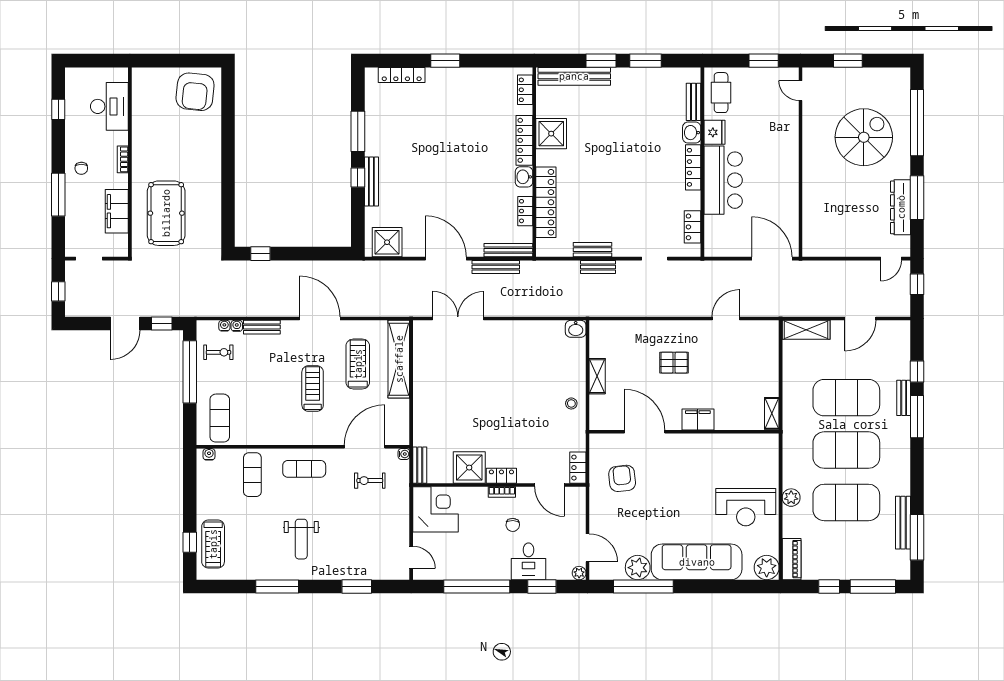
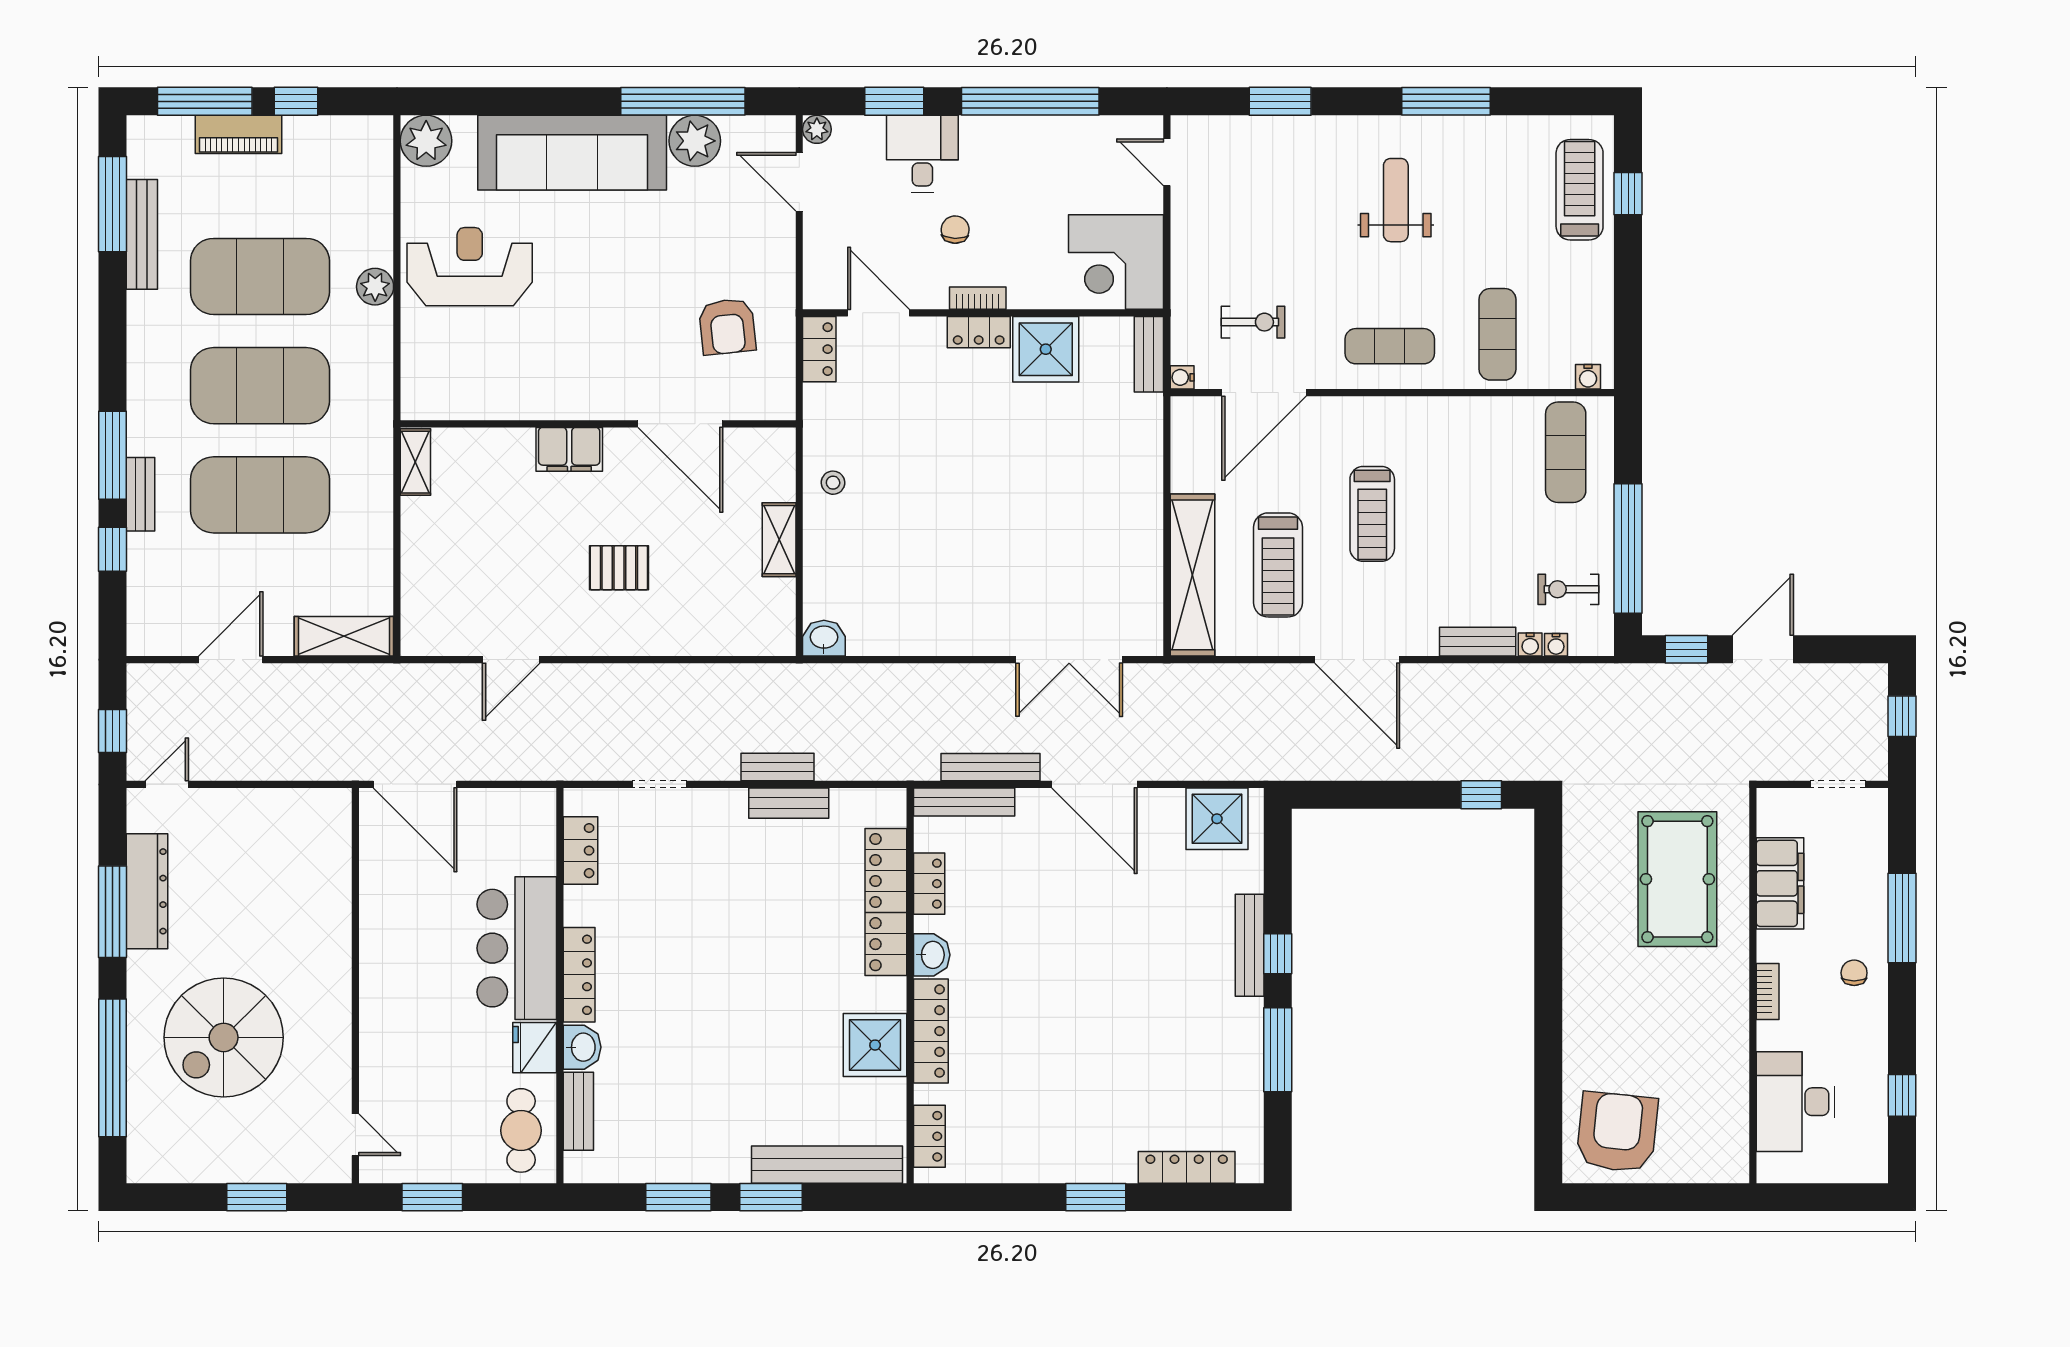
piano: (792, 559) -> (239, 134), moved, turned -90

